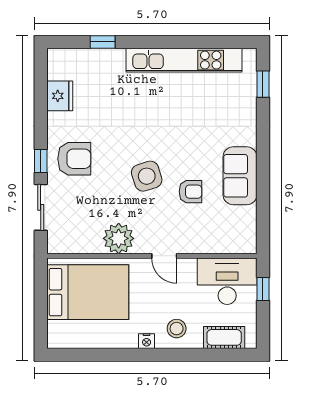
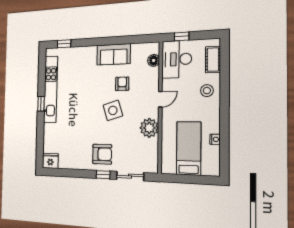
window: (103, 42) -> (41, 104), moved
fridge: (60, 96) -> (50, 161), moved
armchair: (74, 159) -> (102, 154), turned 90
floor lamp: (227, 244) -> (154, 60), added
bed: (88, 292) -> (189, 148), width x0.67
nightstand: (147, 341) -> (215, 139), moved

